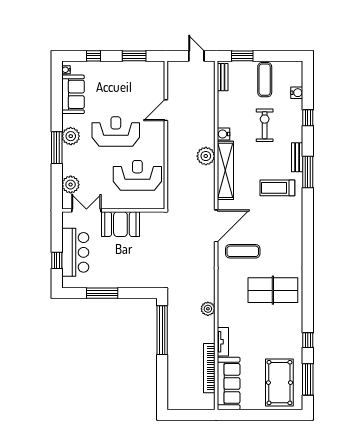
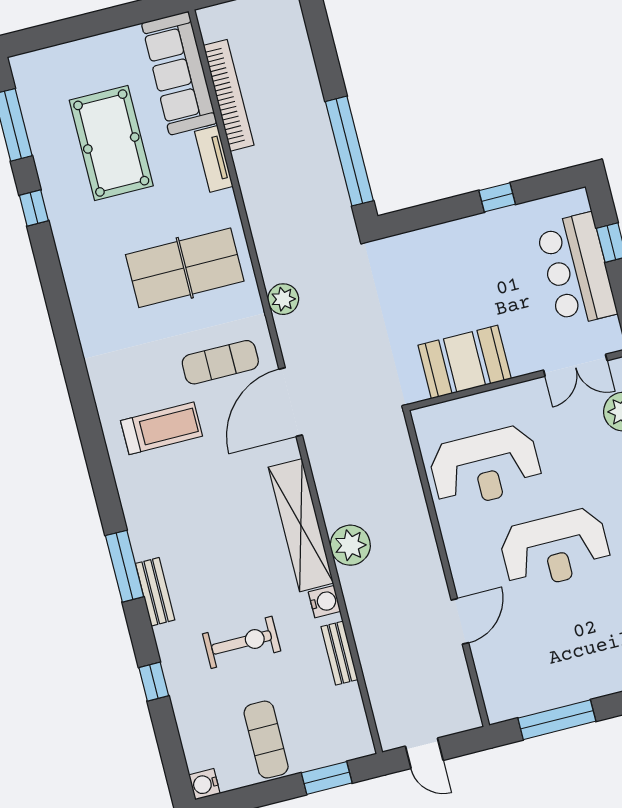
window: (134, 56) -> (557, 720), width x1.44
bench: (223, 77) -> (339, 653), moved
water cooler: (297, 93) -> (204, 784), moved
exercise bike: (265, 125) -> (242, 642), turned -90
treadmill: (277, 188) -> (162, 428), moved
booth: (120, 224) -> (465, 362), moved
table tennis table: (273, 290) -> (185, 268), moved
window: (102, 293) -> (497, 197), width x0.46
plant: (208, 309) -> (283, 299), moved
pool table: (279, 383) -> (111, 143), moved

